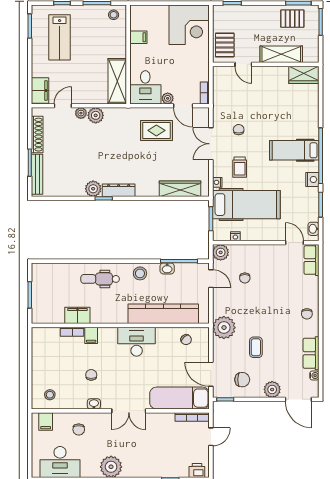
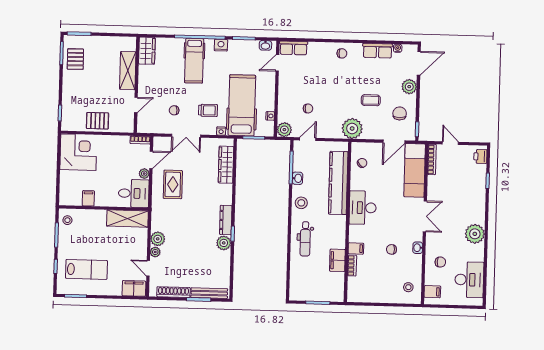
shelving: (281, 54) -> (128, 71), moved
door: (243, 64) -> (136, 105), moved
wall: (266, 64) -> (137, 85), moved
wardrobe: (304, 75) -> (147, 51), moved

